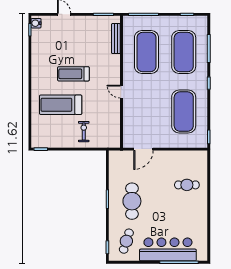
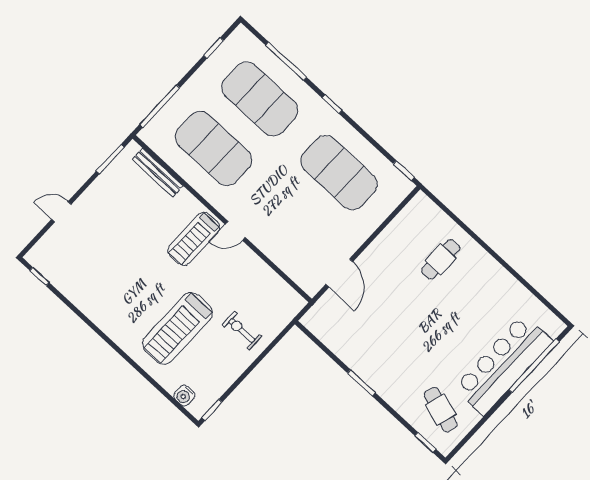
water cooler: (36, 23) -> (184, 396), moved
treadmill: (73, 74) -> (194, 239), moved
cafe table: (132, 201) -> (394, 353), removed

